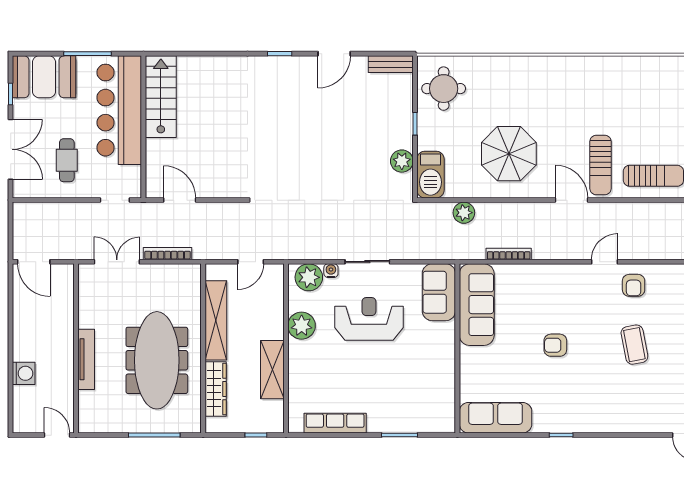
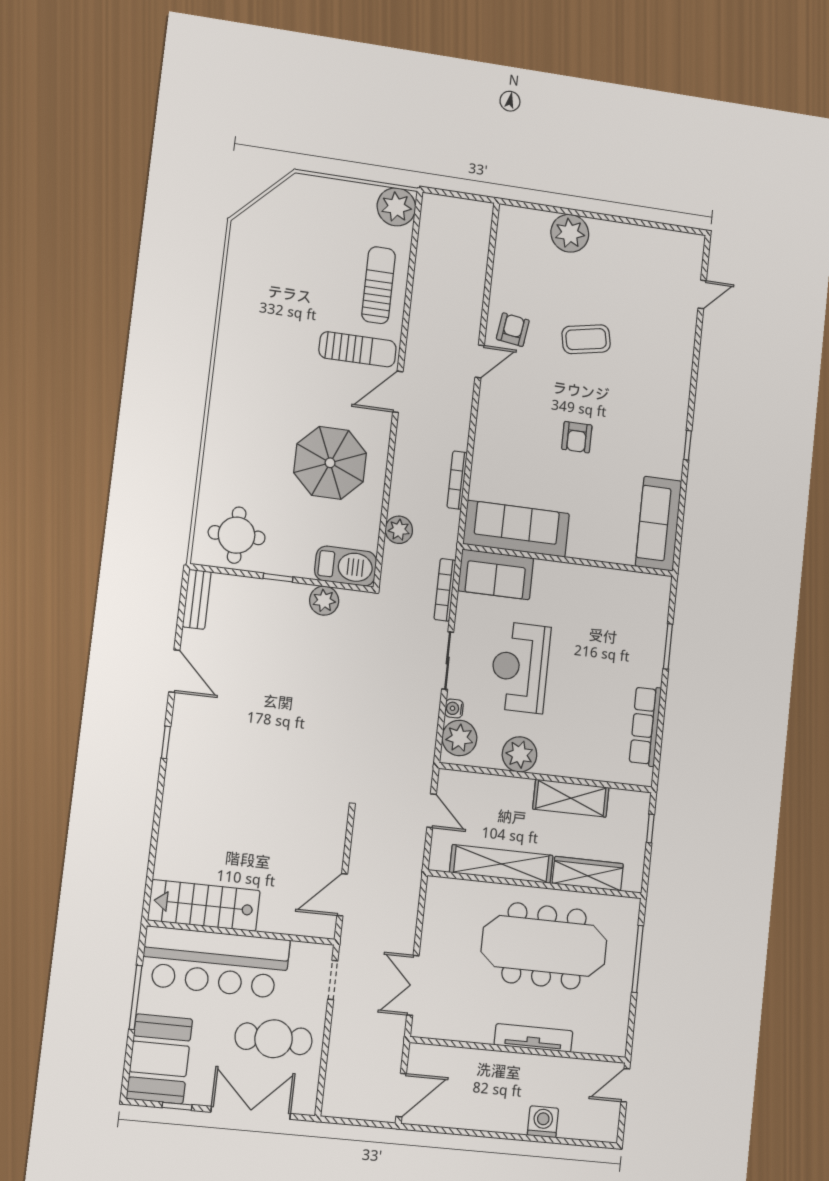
cafe table: (67, 160) -> (274, 1039), width x1.37, depth x1.35
bookcase: (168, 254) -> (445, 590), moved
door: (605, 262) -> (480, 361), swing flipped
armchair: (634, 285) -> (513, 330), turned -82

